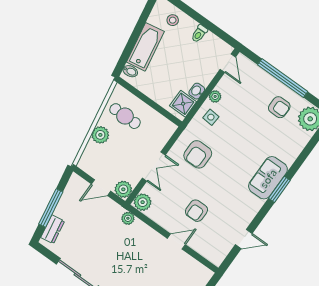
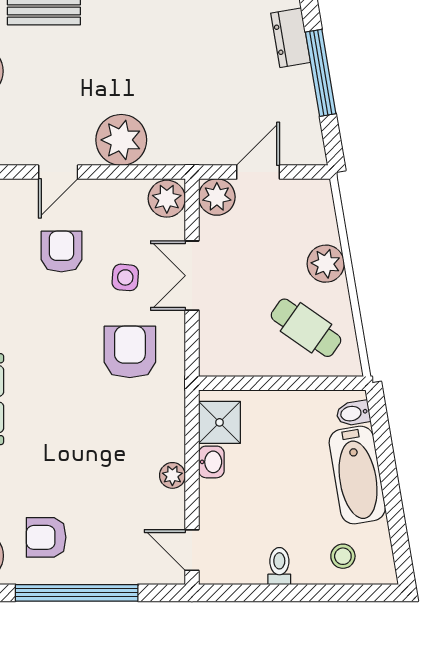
cafe table: (125, 116) -> (306, 328), turned 35
side table: (211, 117) -> (125, 277), moved
plant: (128, 218) -> (121, 140), moved, width x1.88, depth x1.88

